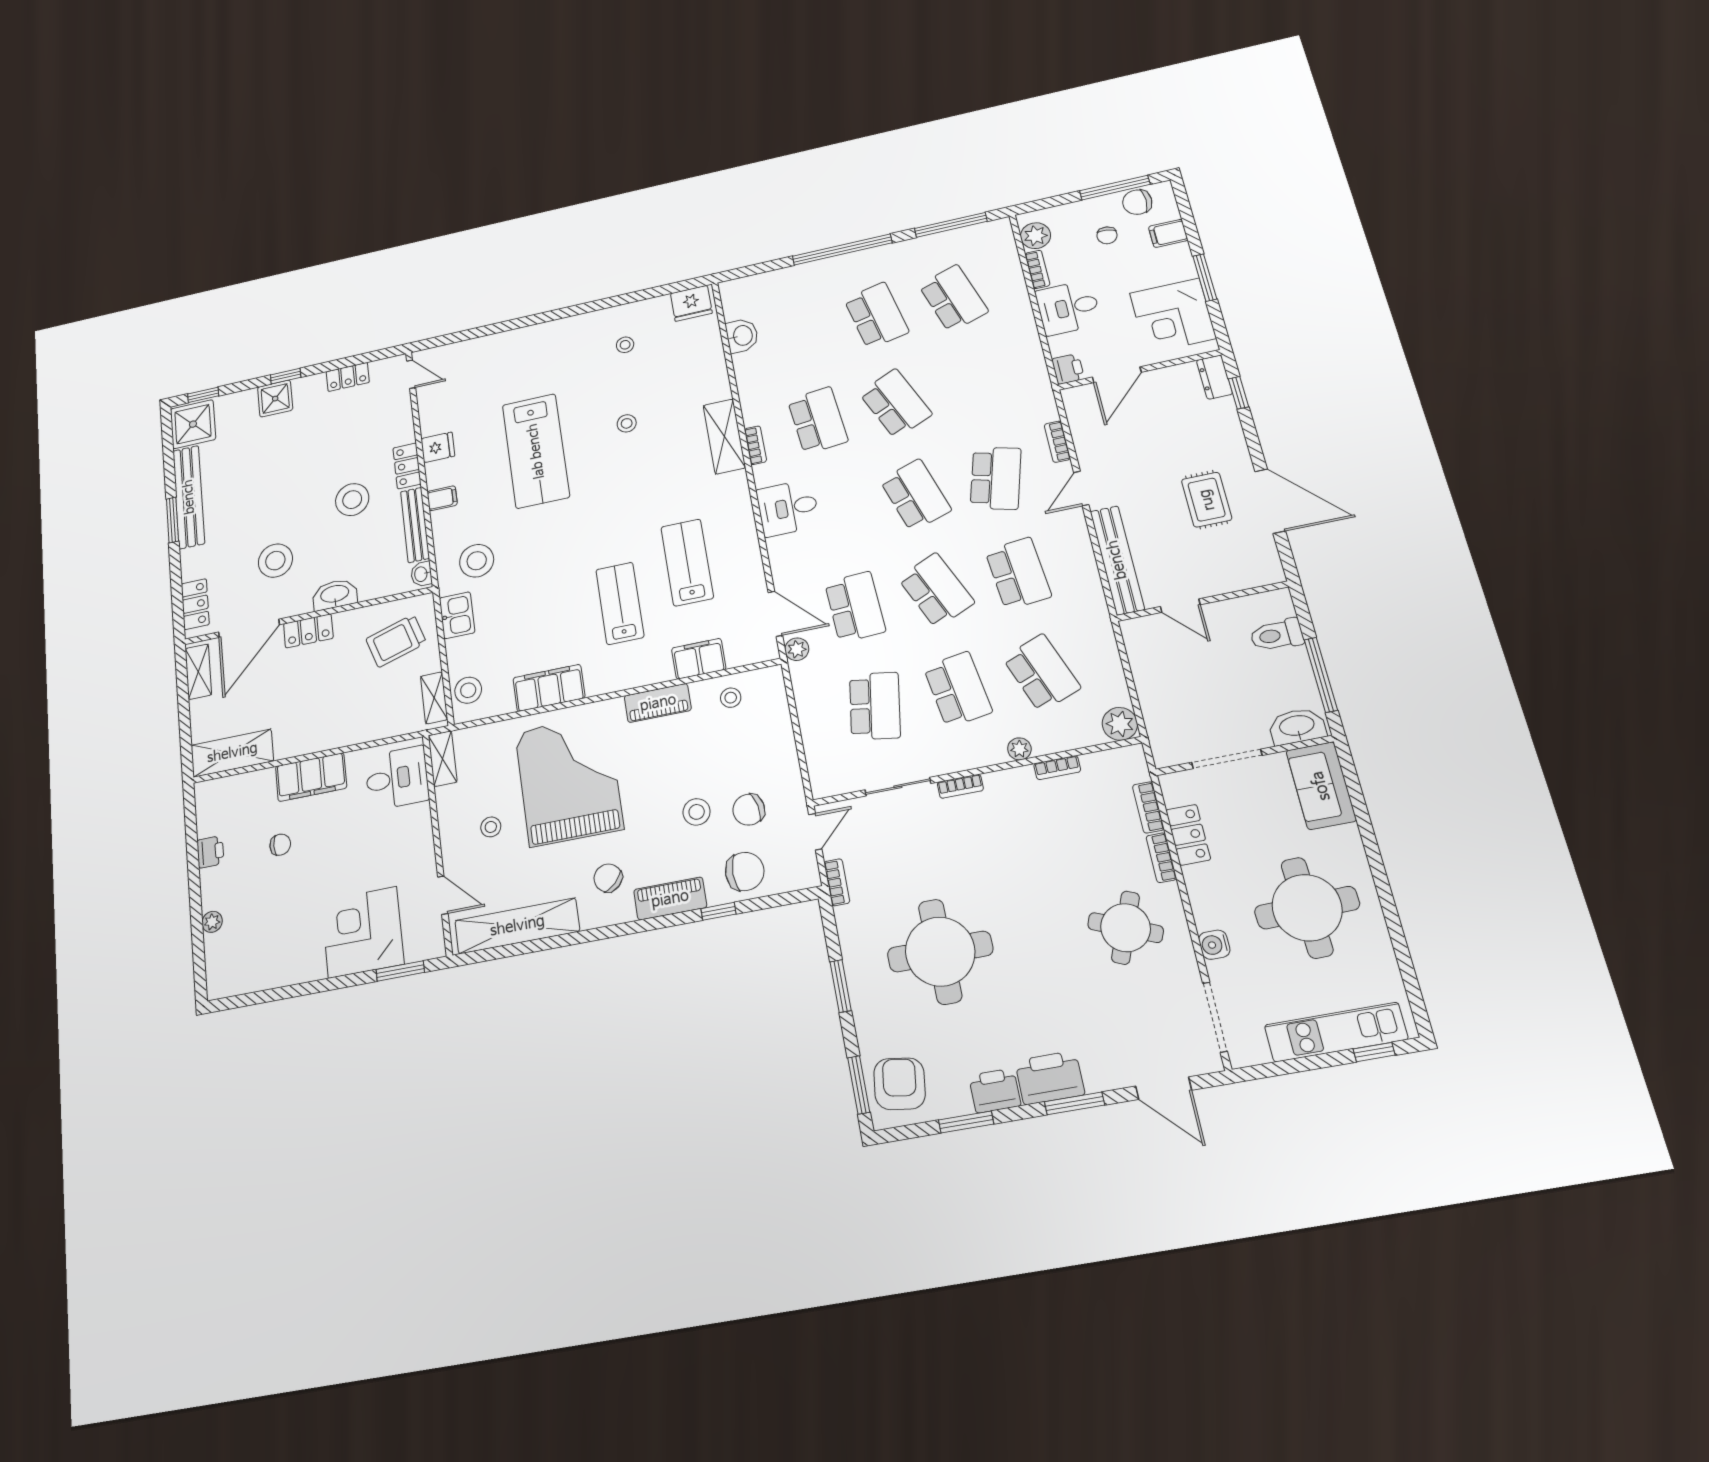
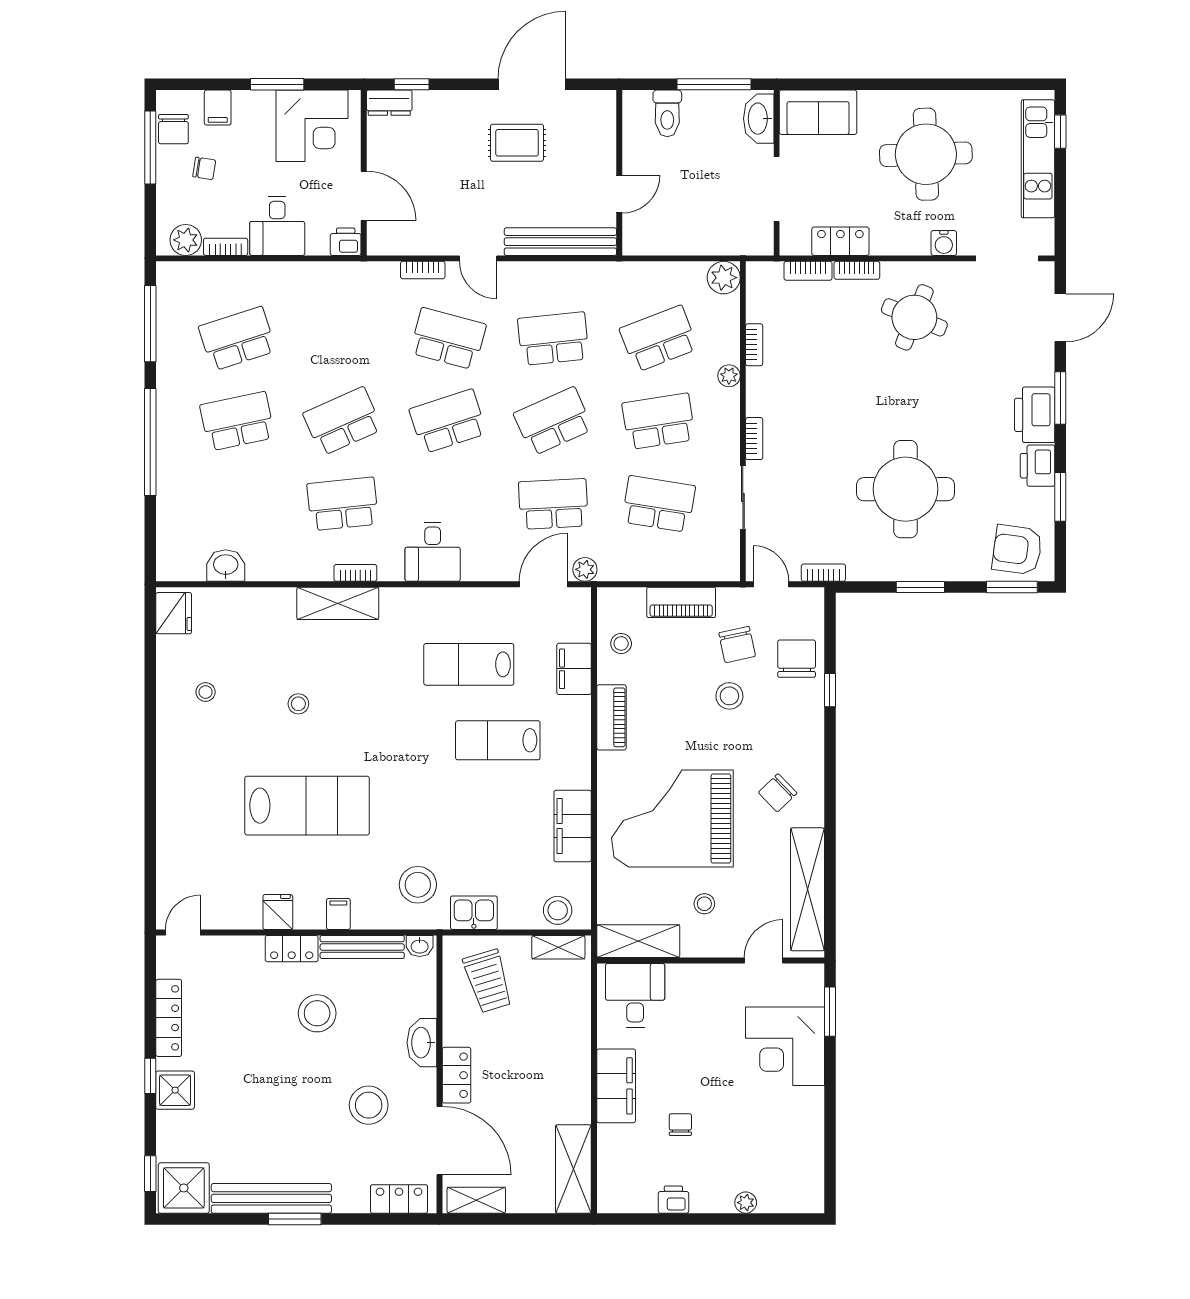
locker: (348, 377) -> (169, 1018), width x1.53
shelving: (443, 759) -> (638, 941), width x1.50, depth x1.33
piano: (670, 899) -> (681, 602), moved, turned -90

